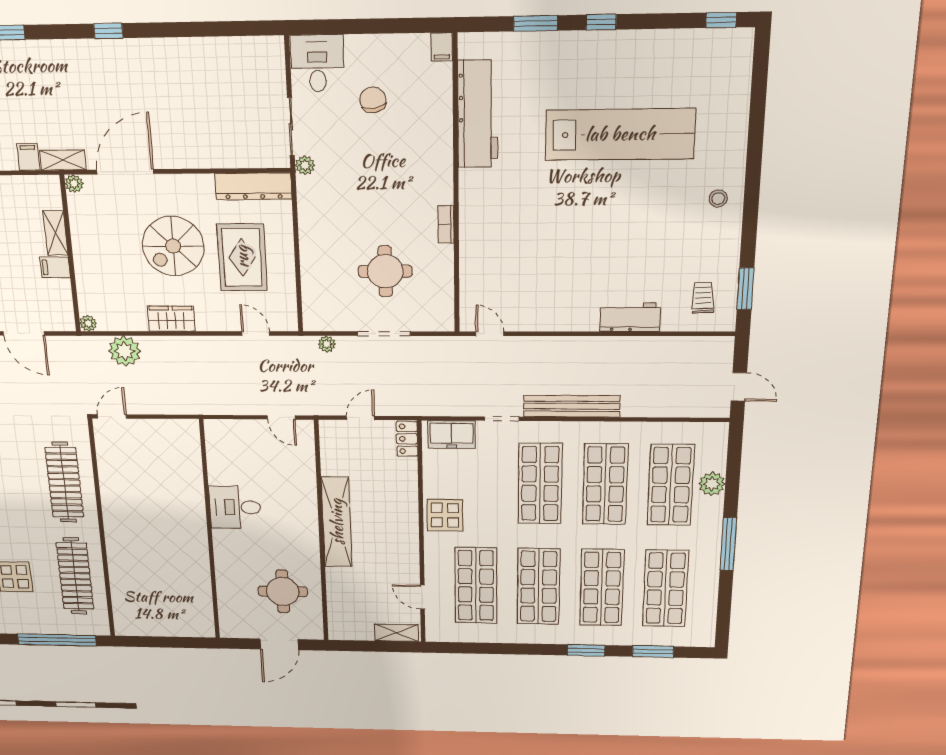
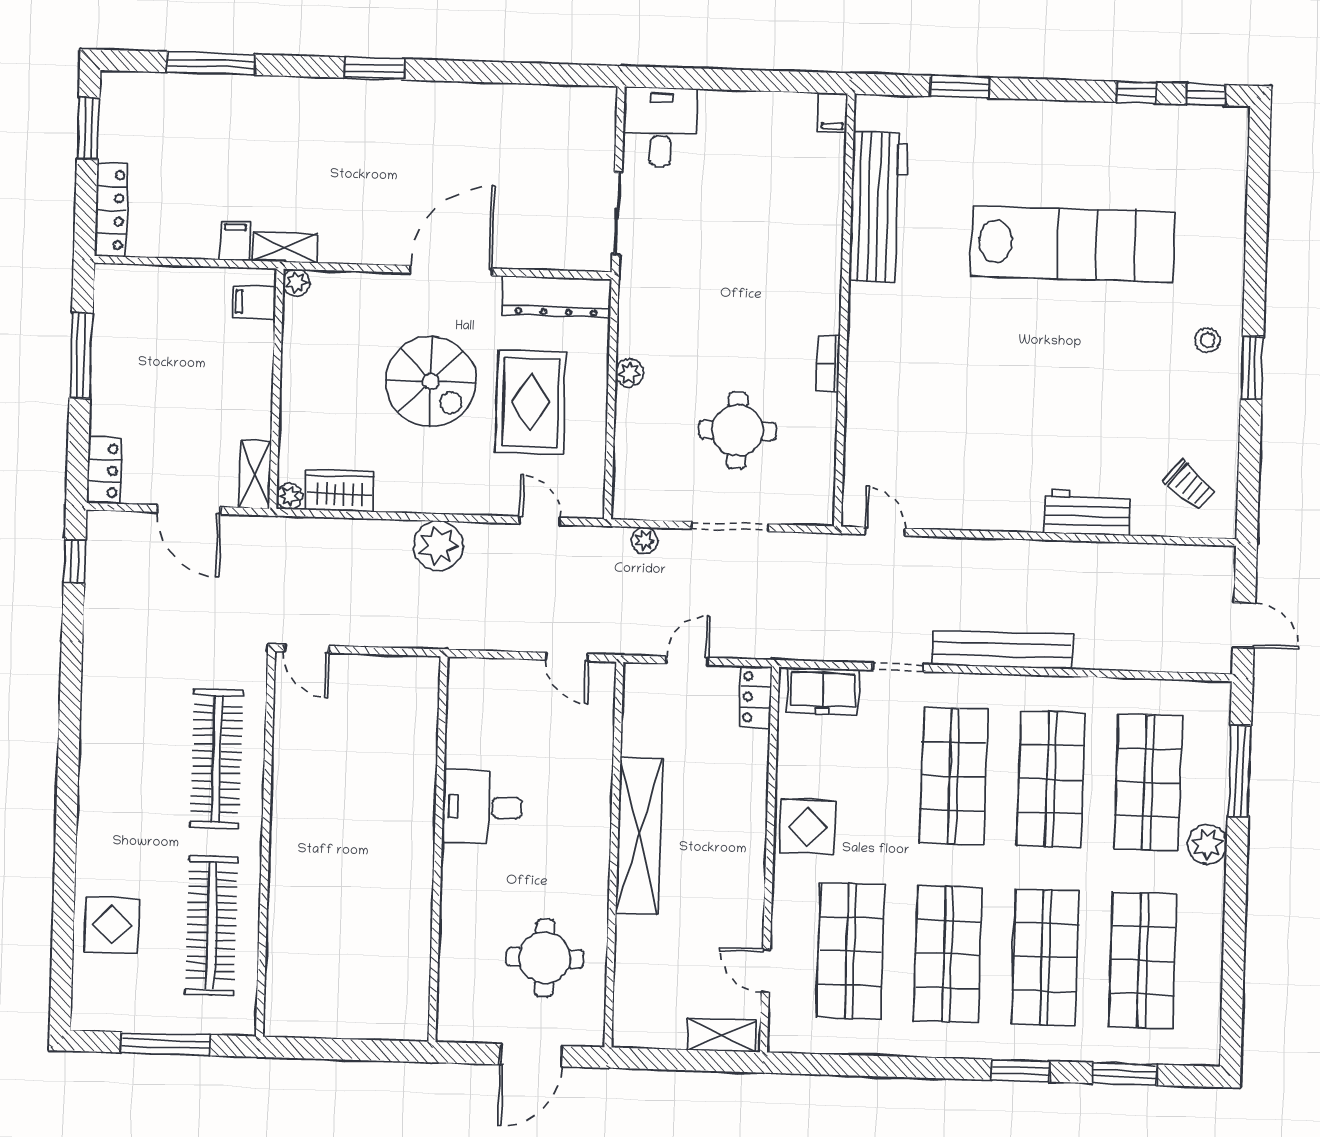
window: (601, 22) -> (1136, 92), moved
window: (108, 31) -> (374, 68), width x1.50
chair: (373, 100) -> (734, 181), removed
plant: (305, 165) -> (629, 373), moved
door: (125, 172) -> (451, 271), moved
shelving: (55, 233) -> (255, 474), moved
spiral stairs: (173, 246) -> (431, 381), turned -90
filing cabinet: (55, 267) -> (254, 302), moved
window: (745, 289) -> (1252, 368), moved
trolley: (703, 298) -> (1190, 485), turned 133
wardrobe: (171, 319) -> (340, 491), moved
plant: (125, 351) -> (438, 546), moved
door: (112, 416) -> (306, 649), swing flipped
plant: (712, 484) -> (1207, 844), moved
window: (728, 544) -> (1239, 771), moved
window: (57, 640) -> (165, 1044), width x0.68

